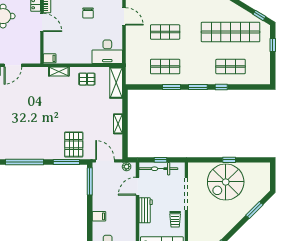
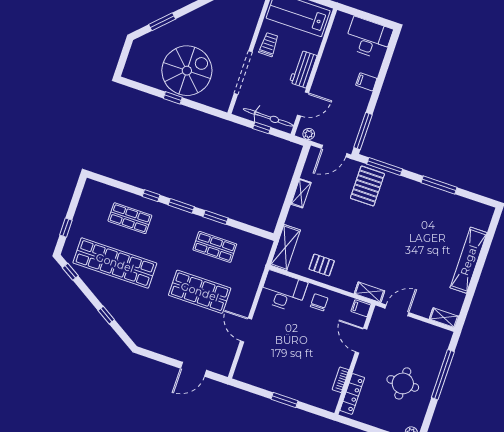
chair: (88, 13) -> (319, 302), moved
door: (42, 23) -> (361, 341), moved
shop shelf: (165, 32) -> (200, 292), width x1.43, depth x1.36
door: (13, 65) -> (397, 310), moved
shelving: (59, 71) -> (369, 292), moved
door: (105, 161) -> (334, 151), hinge flipped
window: (25, 162) -> (439, 185), width x0.68

